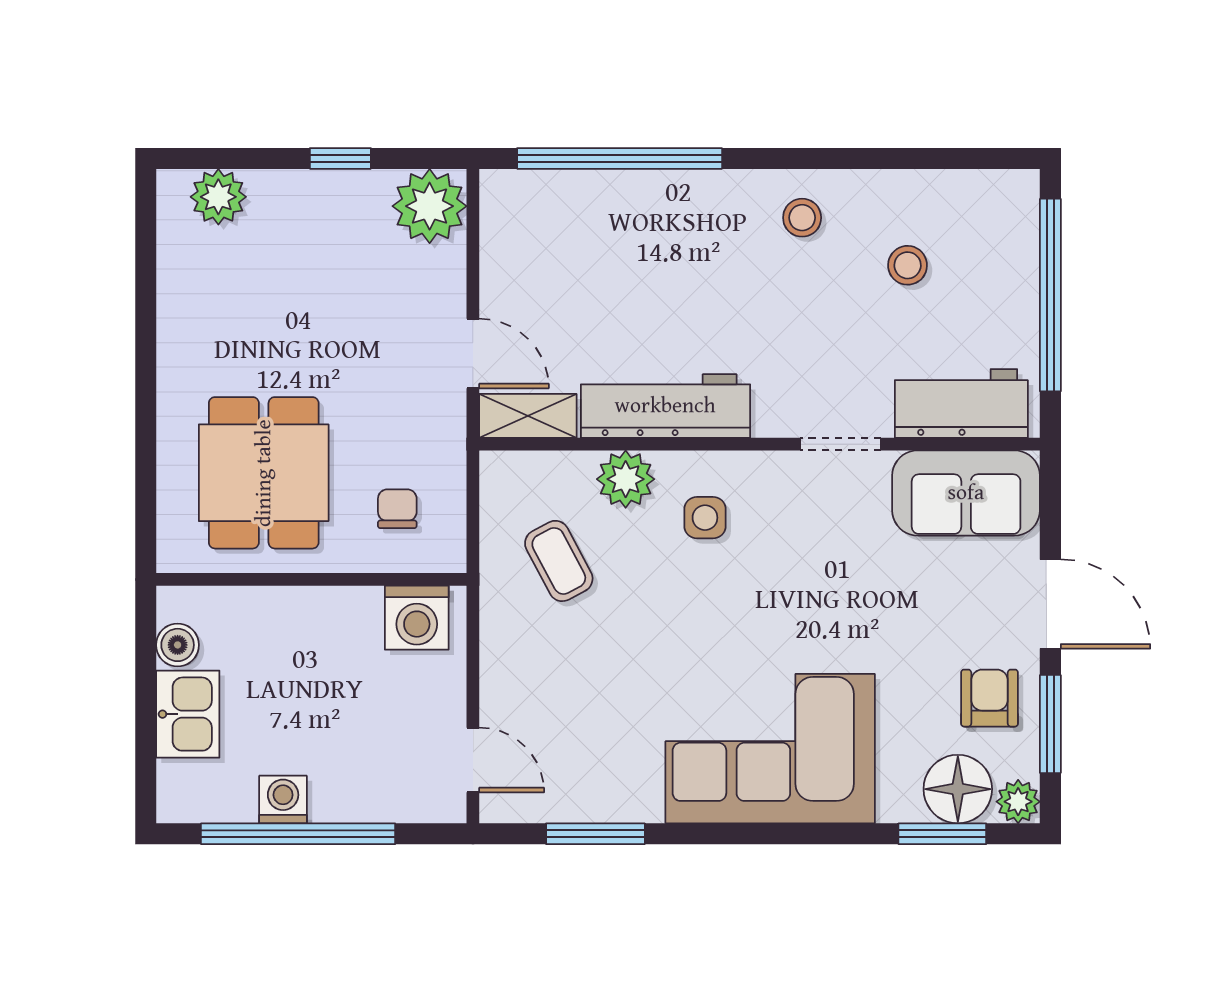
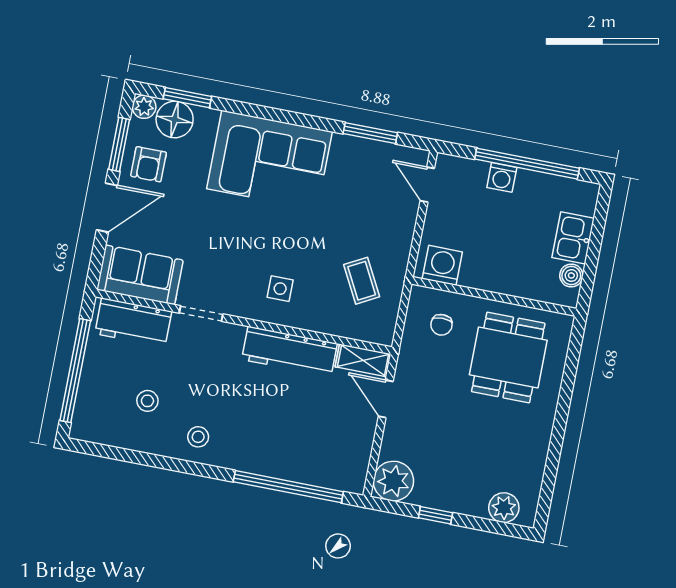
plant: (626, 479) -> (318, 317), removed
door: (1050, 604) -> (107, 208), swing flipped
washing machine: (283, 800) -> (502, 177), moved

